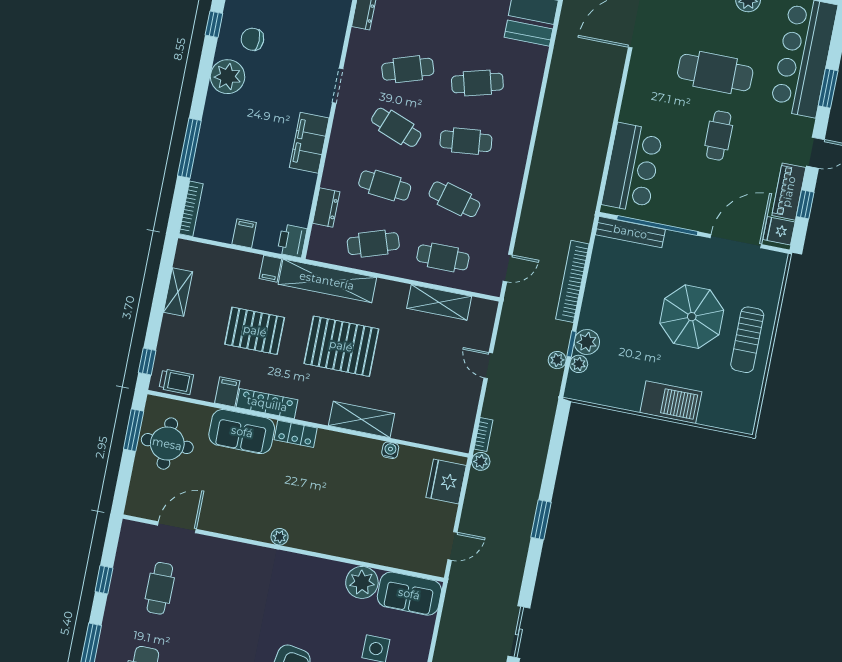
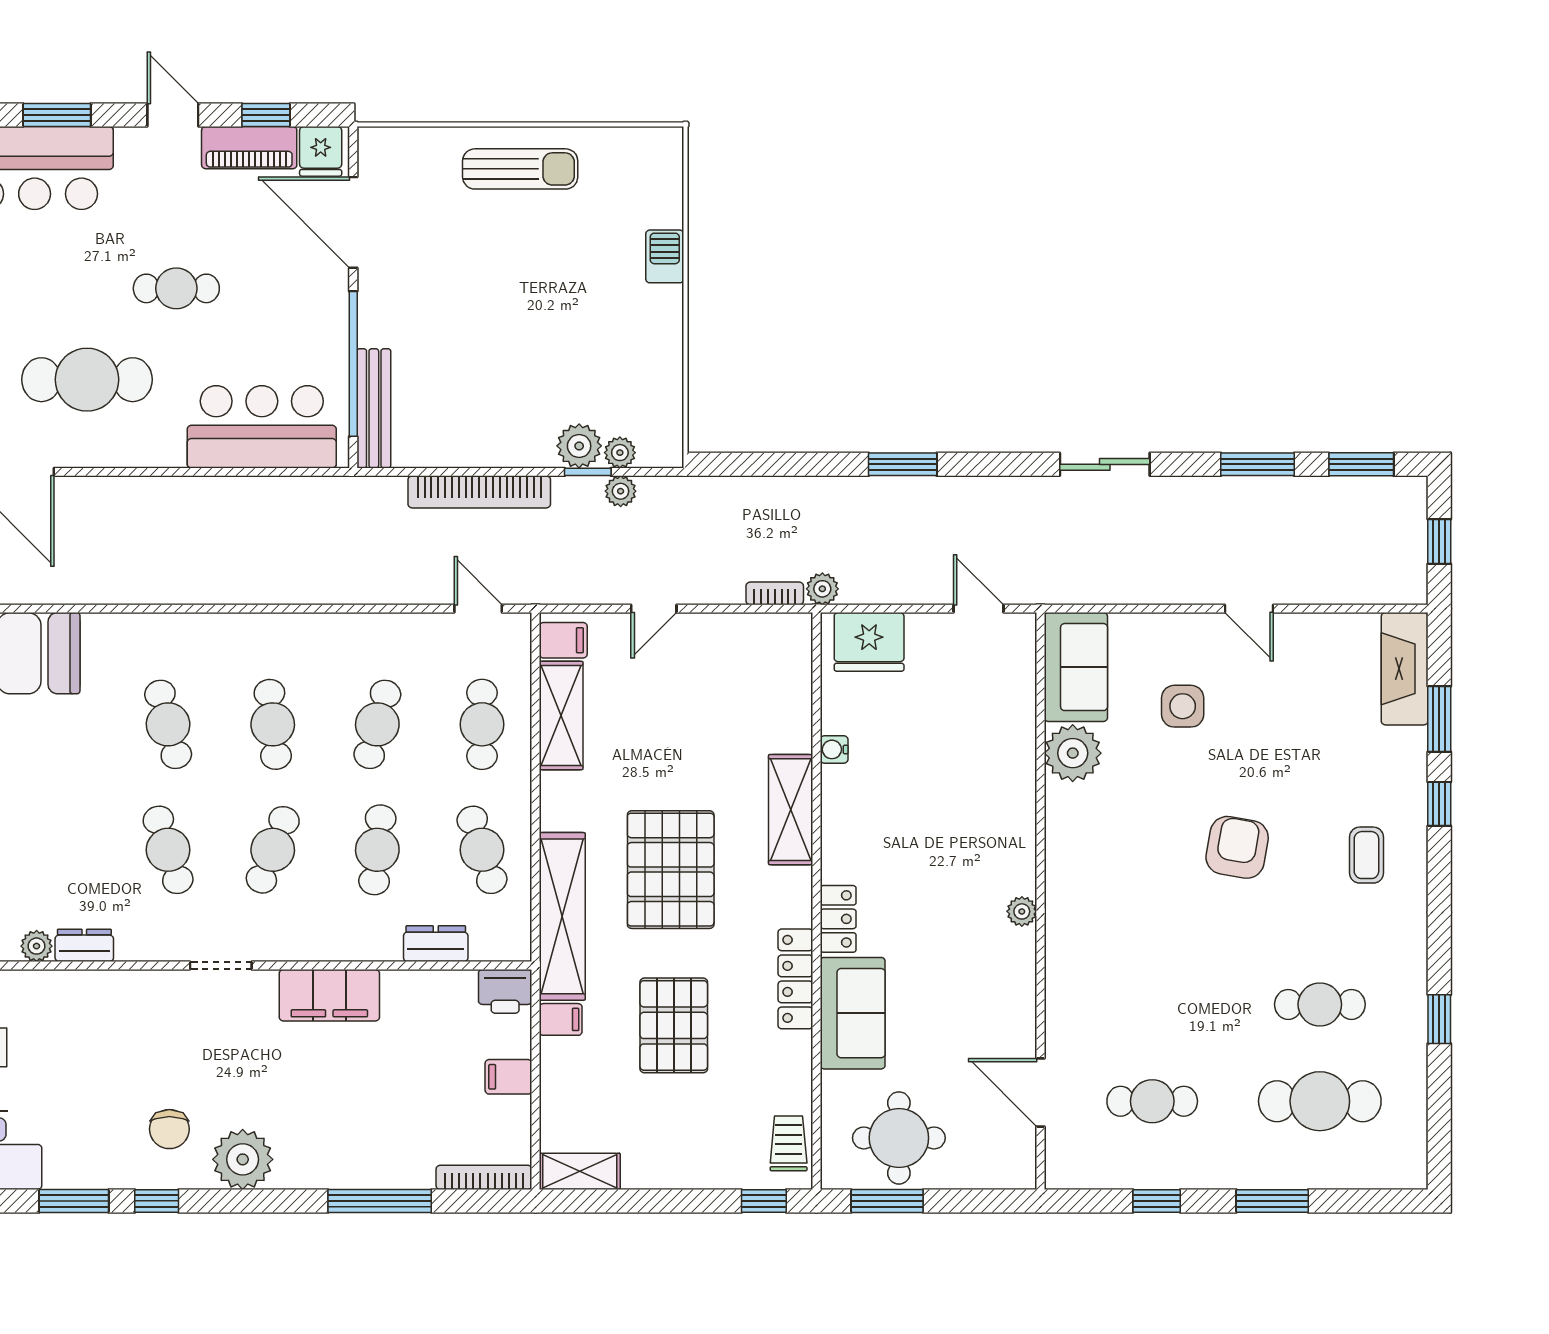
cafe table: (715, 73) -> (87, 380), moved, turned 90
shelving: (178, 292) -> (580, 1171), moved
parasol: (692, 317) -> (499, 273), removed
filing cabinet: (227, 392) -> (563, 640), moved, turned 180
barbecue: (671, 402) -> (665, 256), width x0.53, depth x0.65

